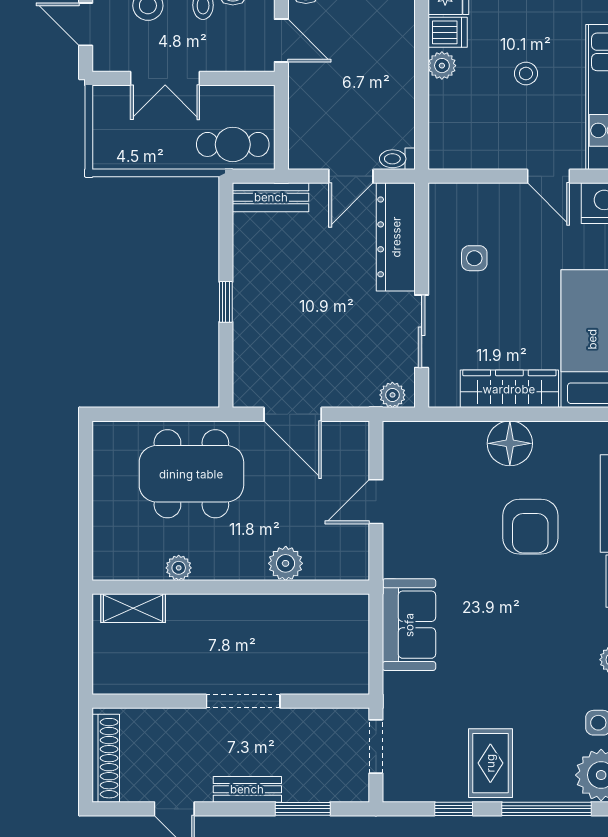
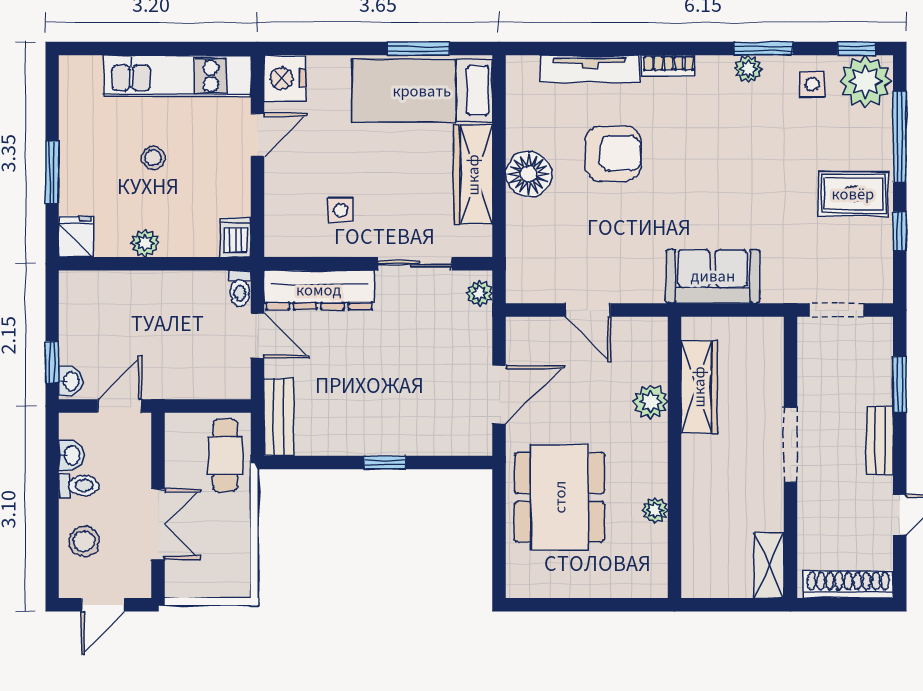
dishwasher: (448, 32) -> (235, 237), moved
shelving: (133, 608) -> (769, 565), moved
wardrobe: (300, 611) -> (699, 387), added

